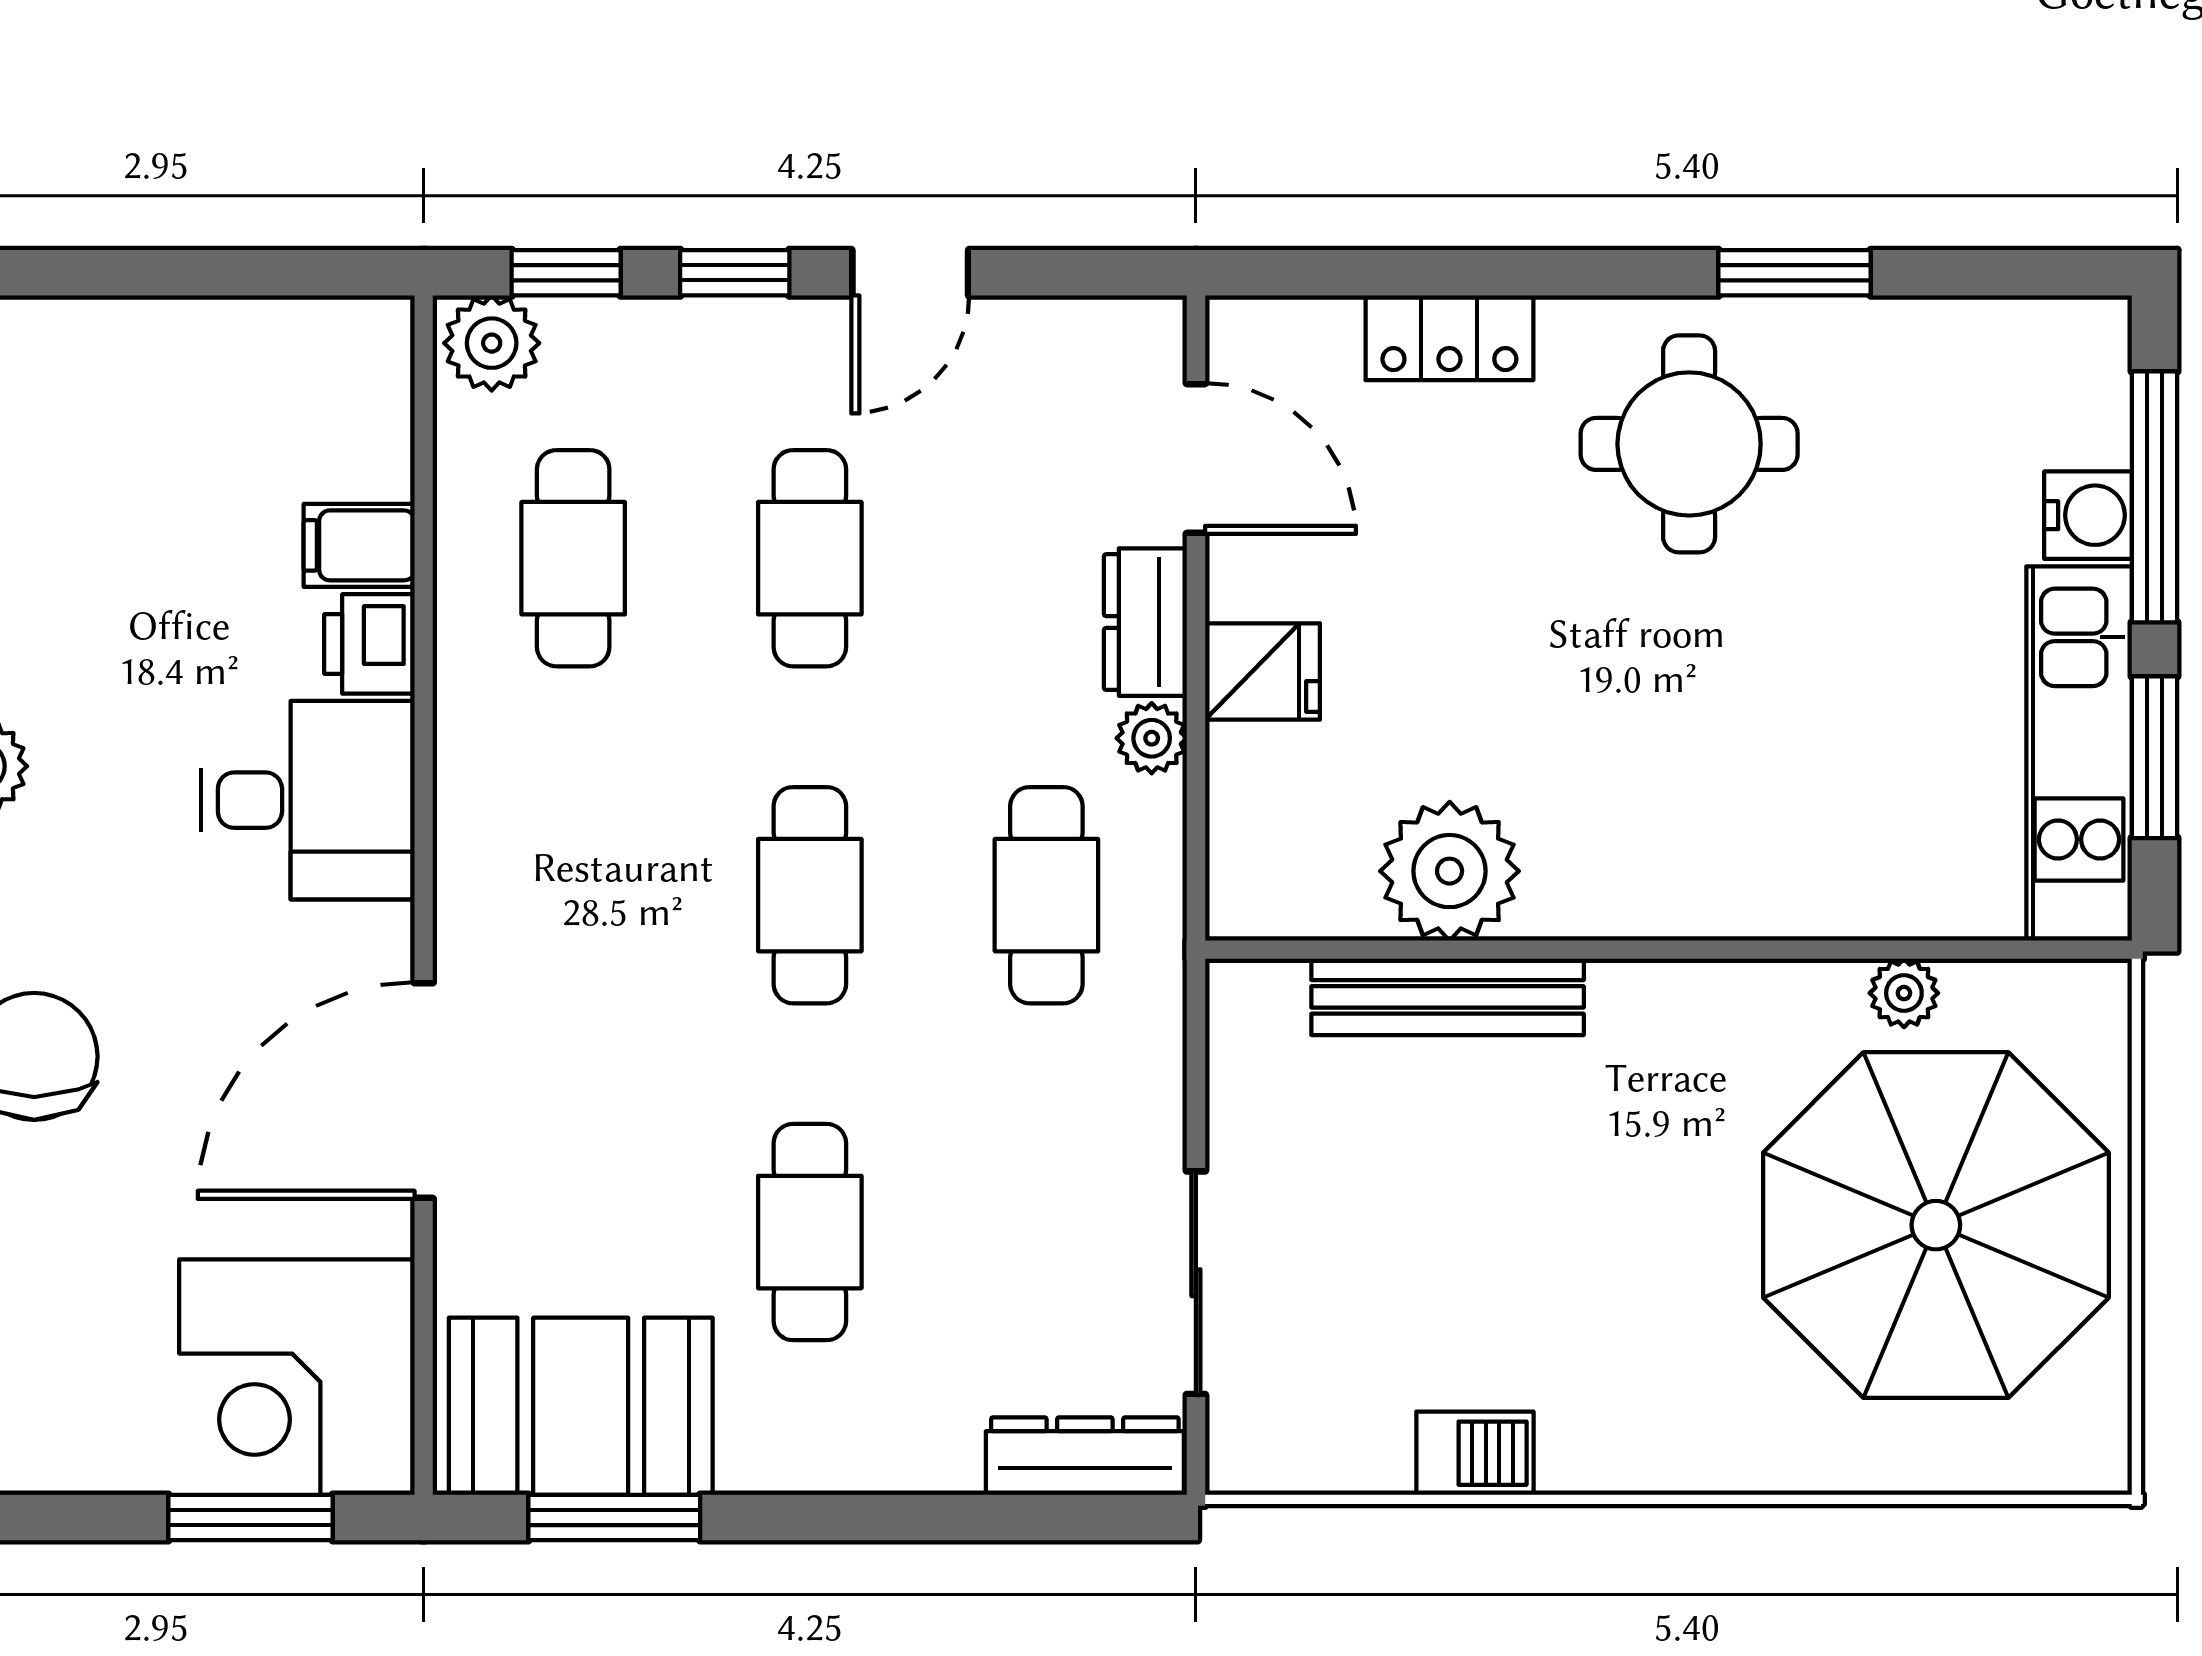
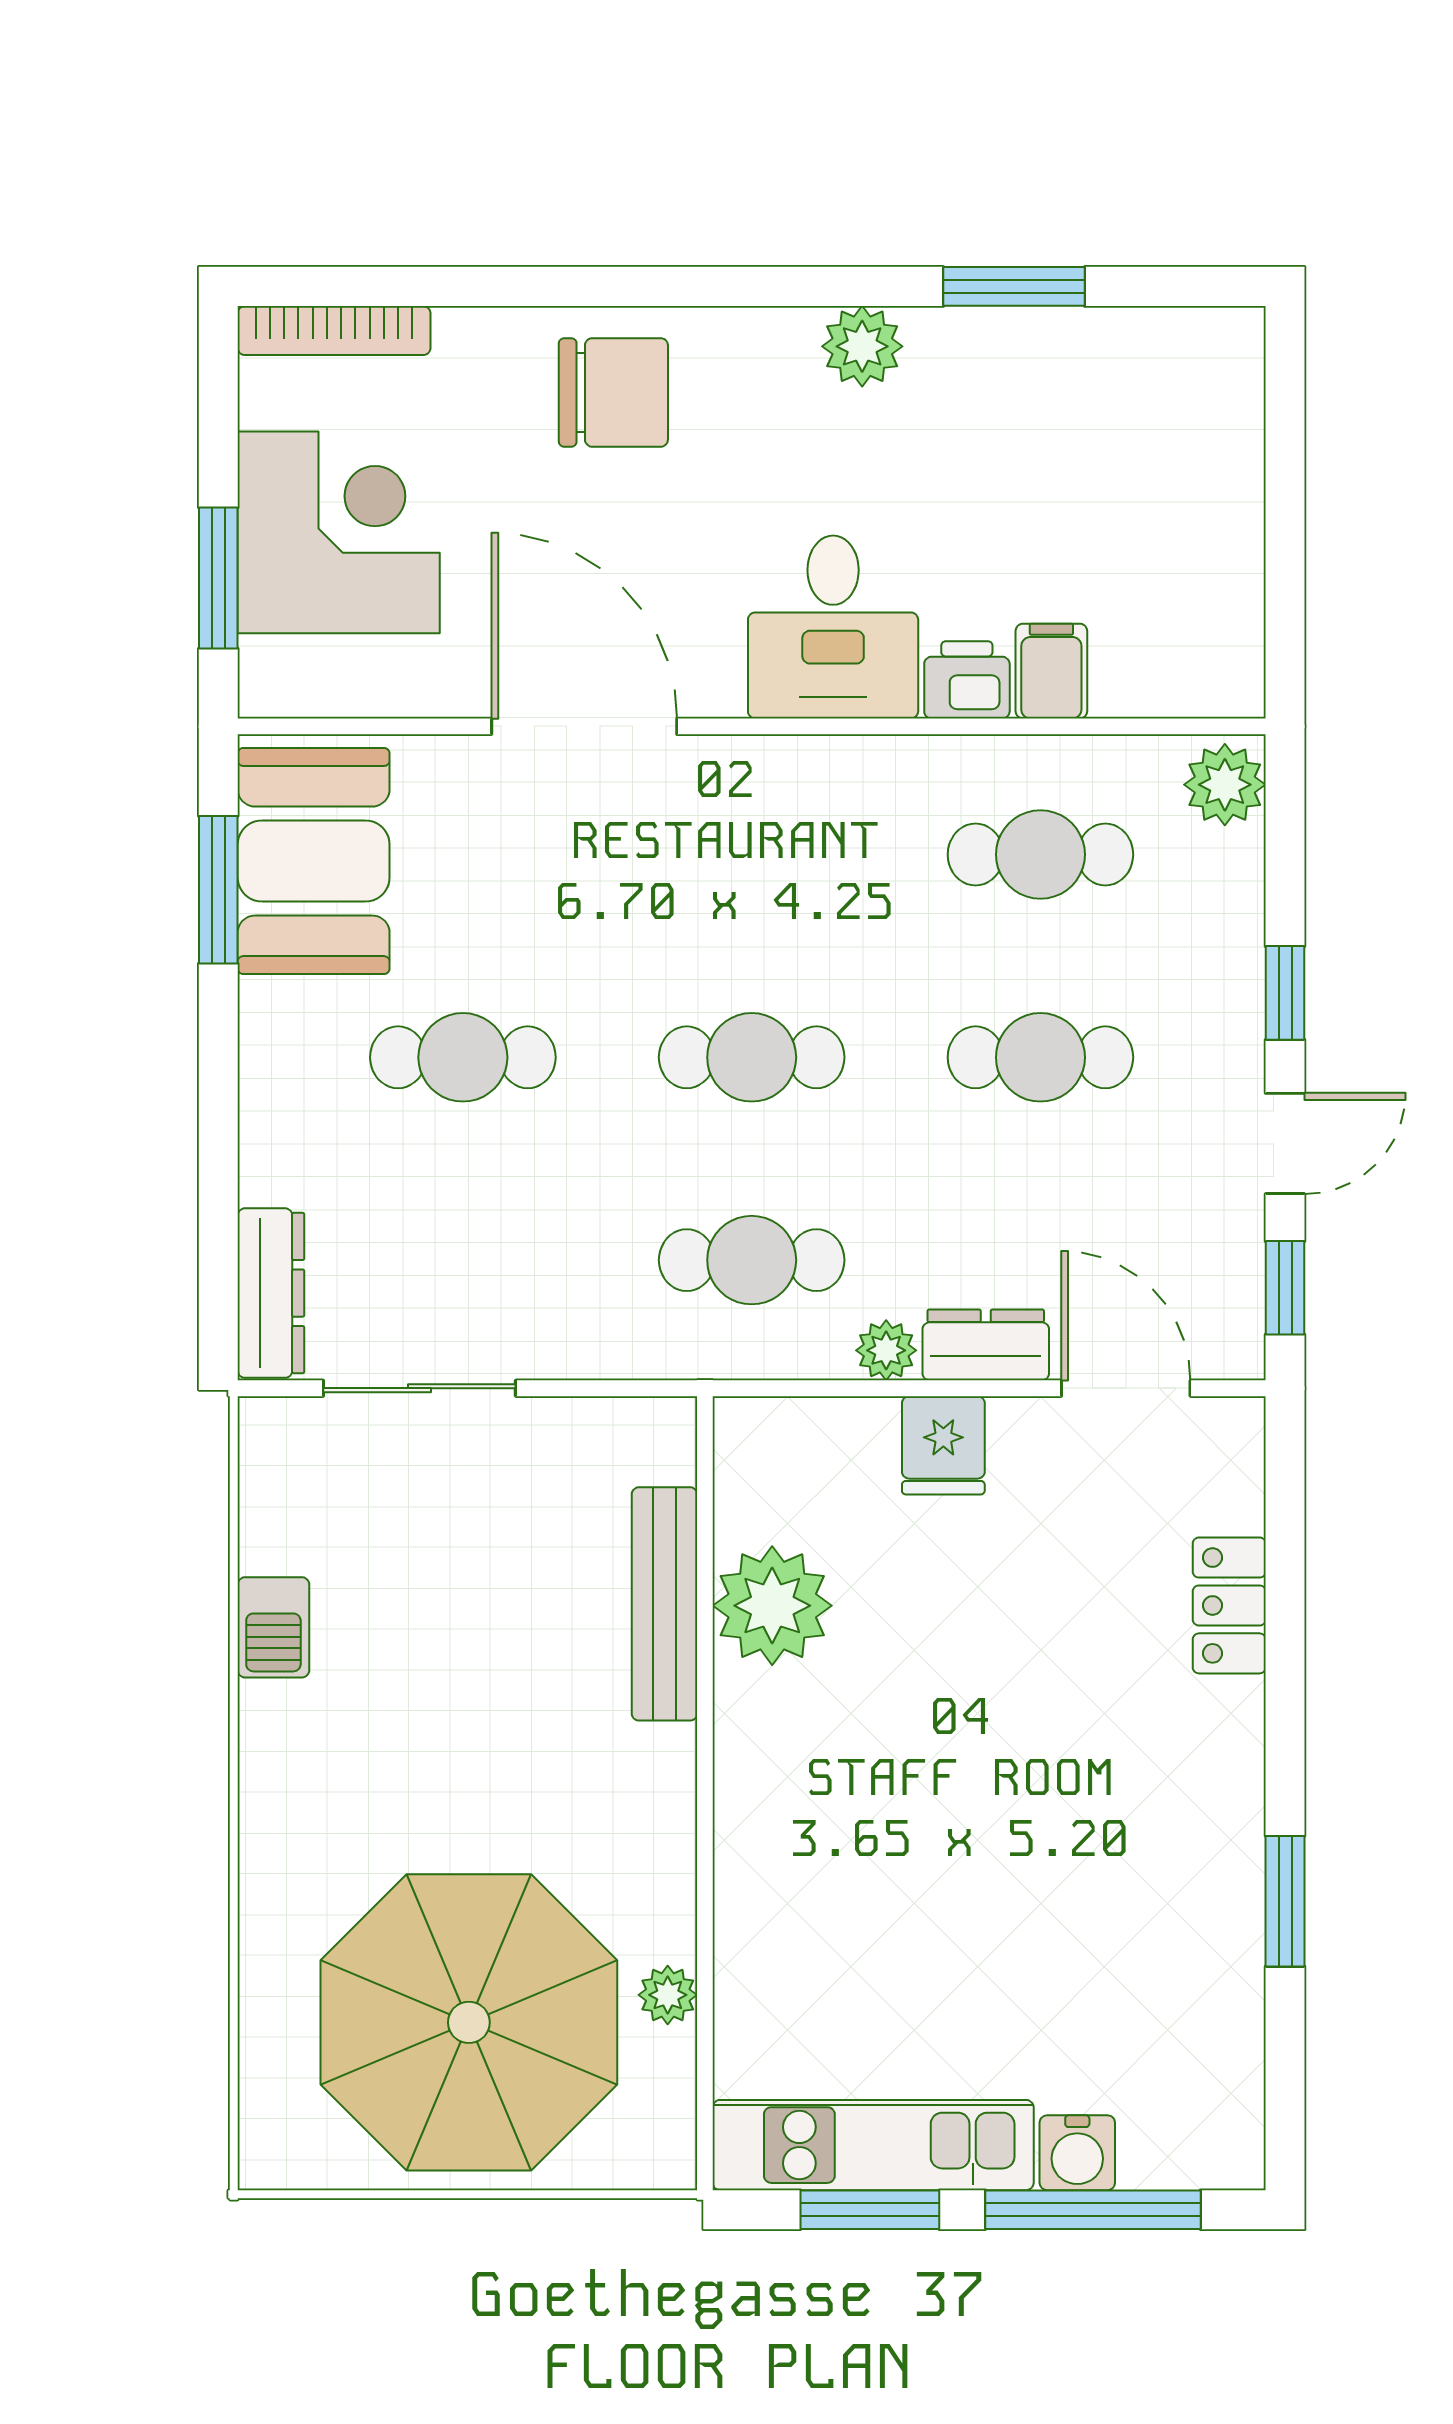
window: (566, 273) -> (1285, 1288), moved
door: (910, 273) -> (1285, 1143), swing flipped
round table: (1689, 444) -> (1138, 1811), removed
door: (1196, 459) -> (1126, 1388), swing flipped
corner desk: (297, 1377) -> (339, 532), moved, turned 90

